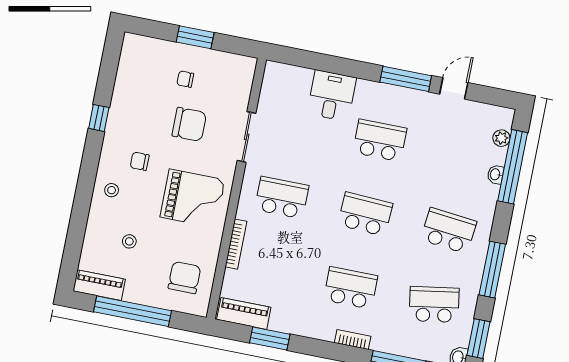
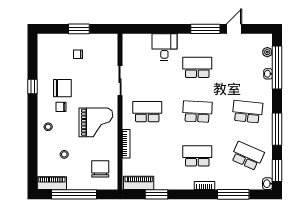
chair: (189, 124) -> (62, 88), moved
school desk: (434, 304) -> (247, 156), turned 33

